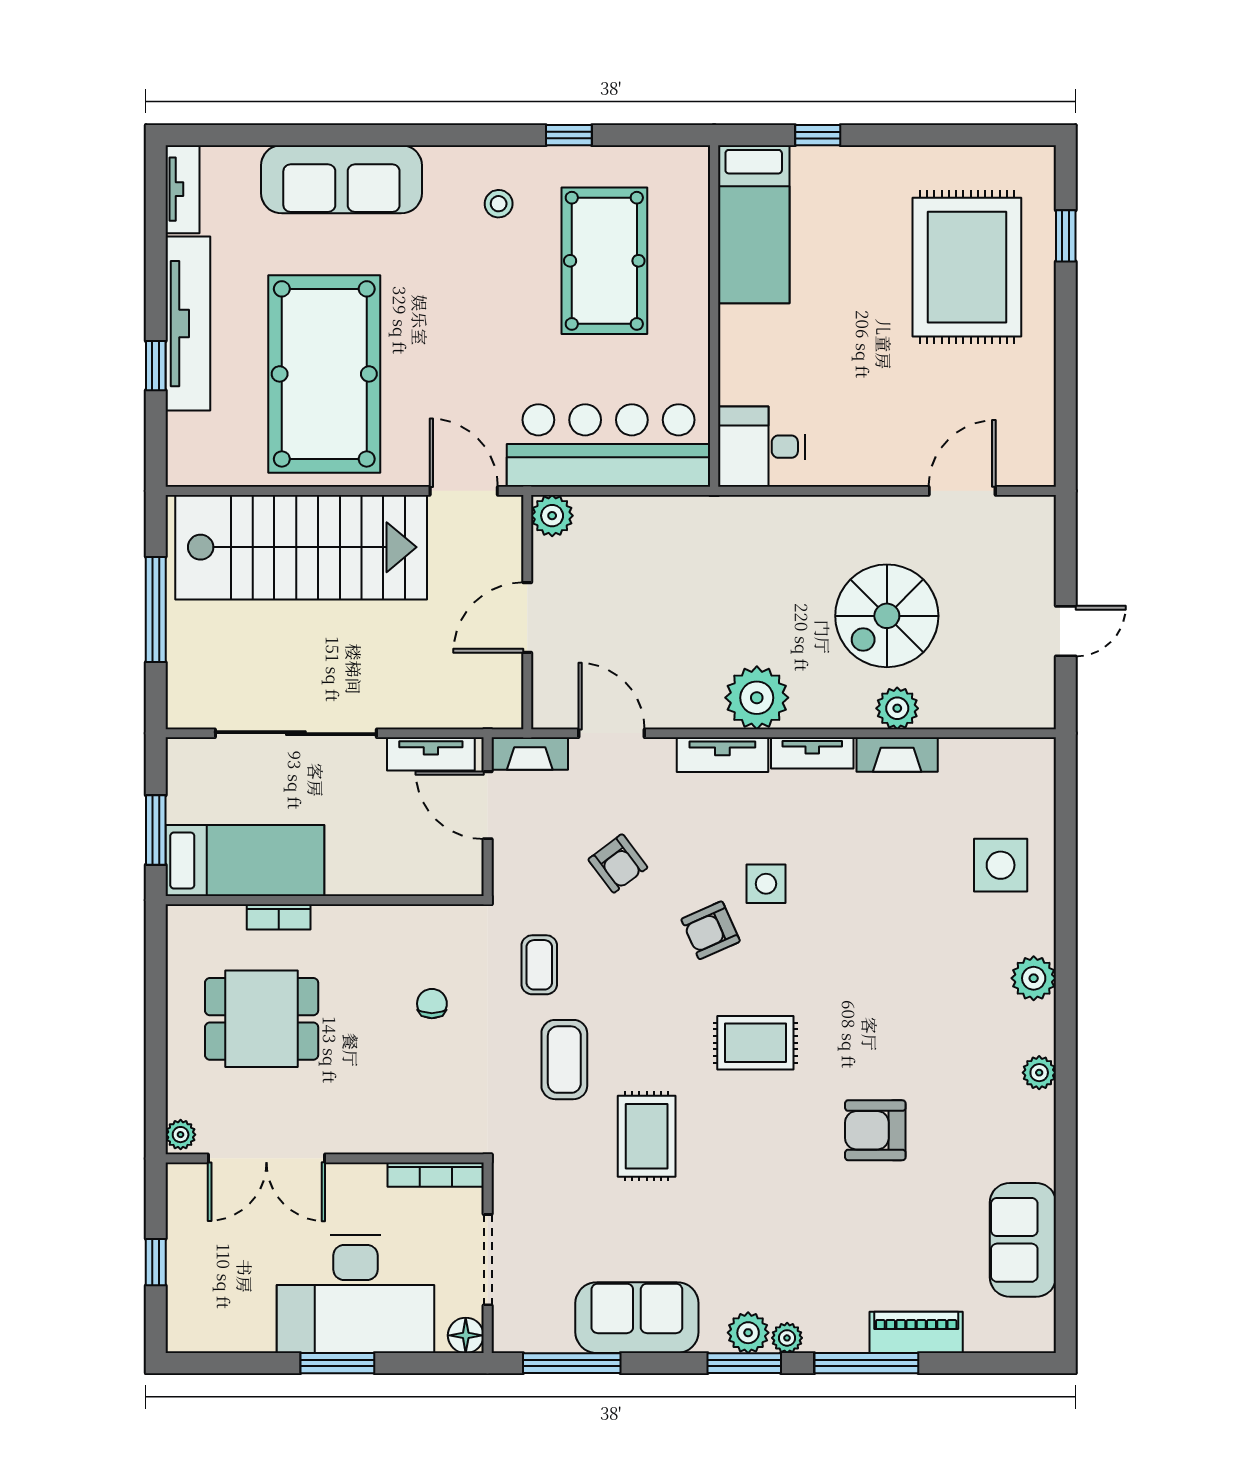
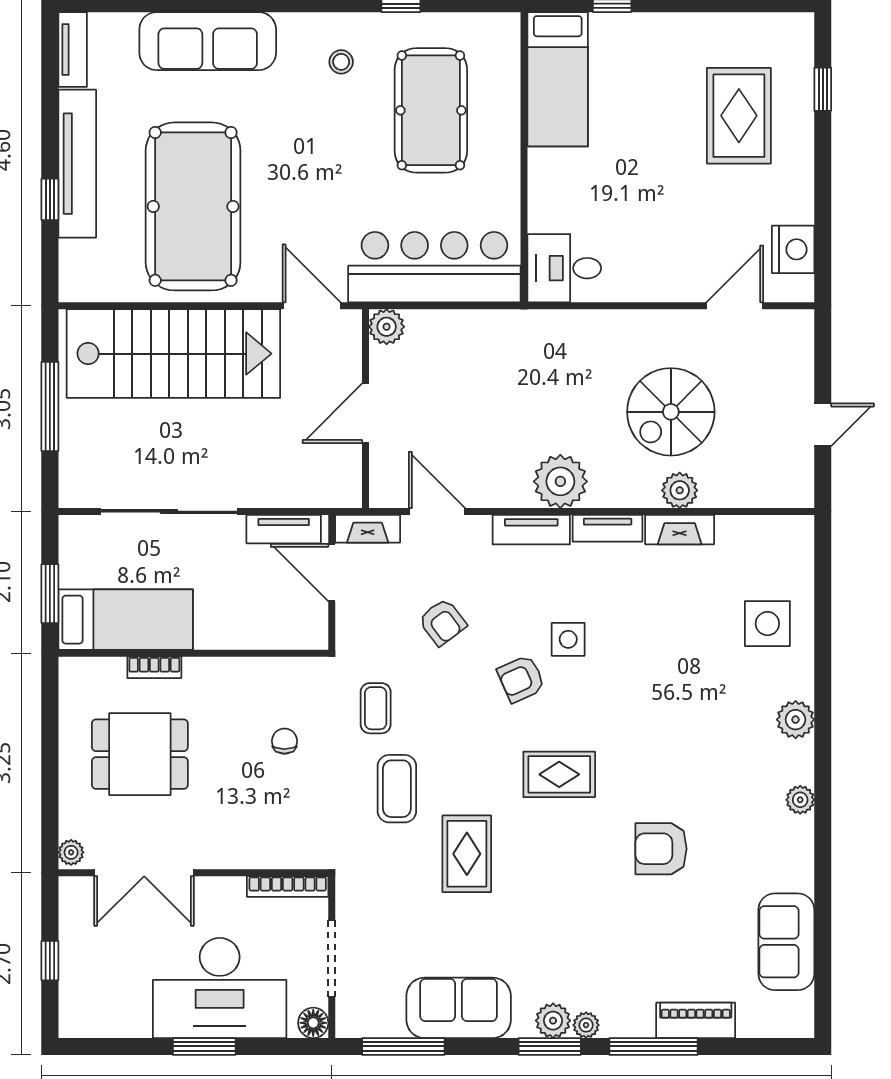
rug: (967, 267) -> (739, 116), width x0.73, depth x0.69
nightstand: (1031, 425) -> (793, 249), added

